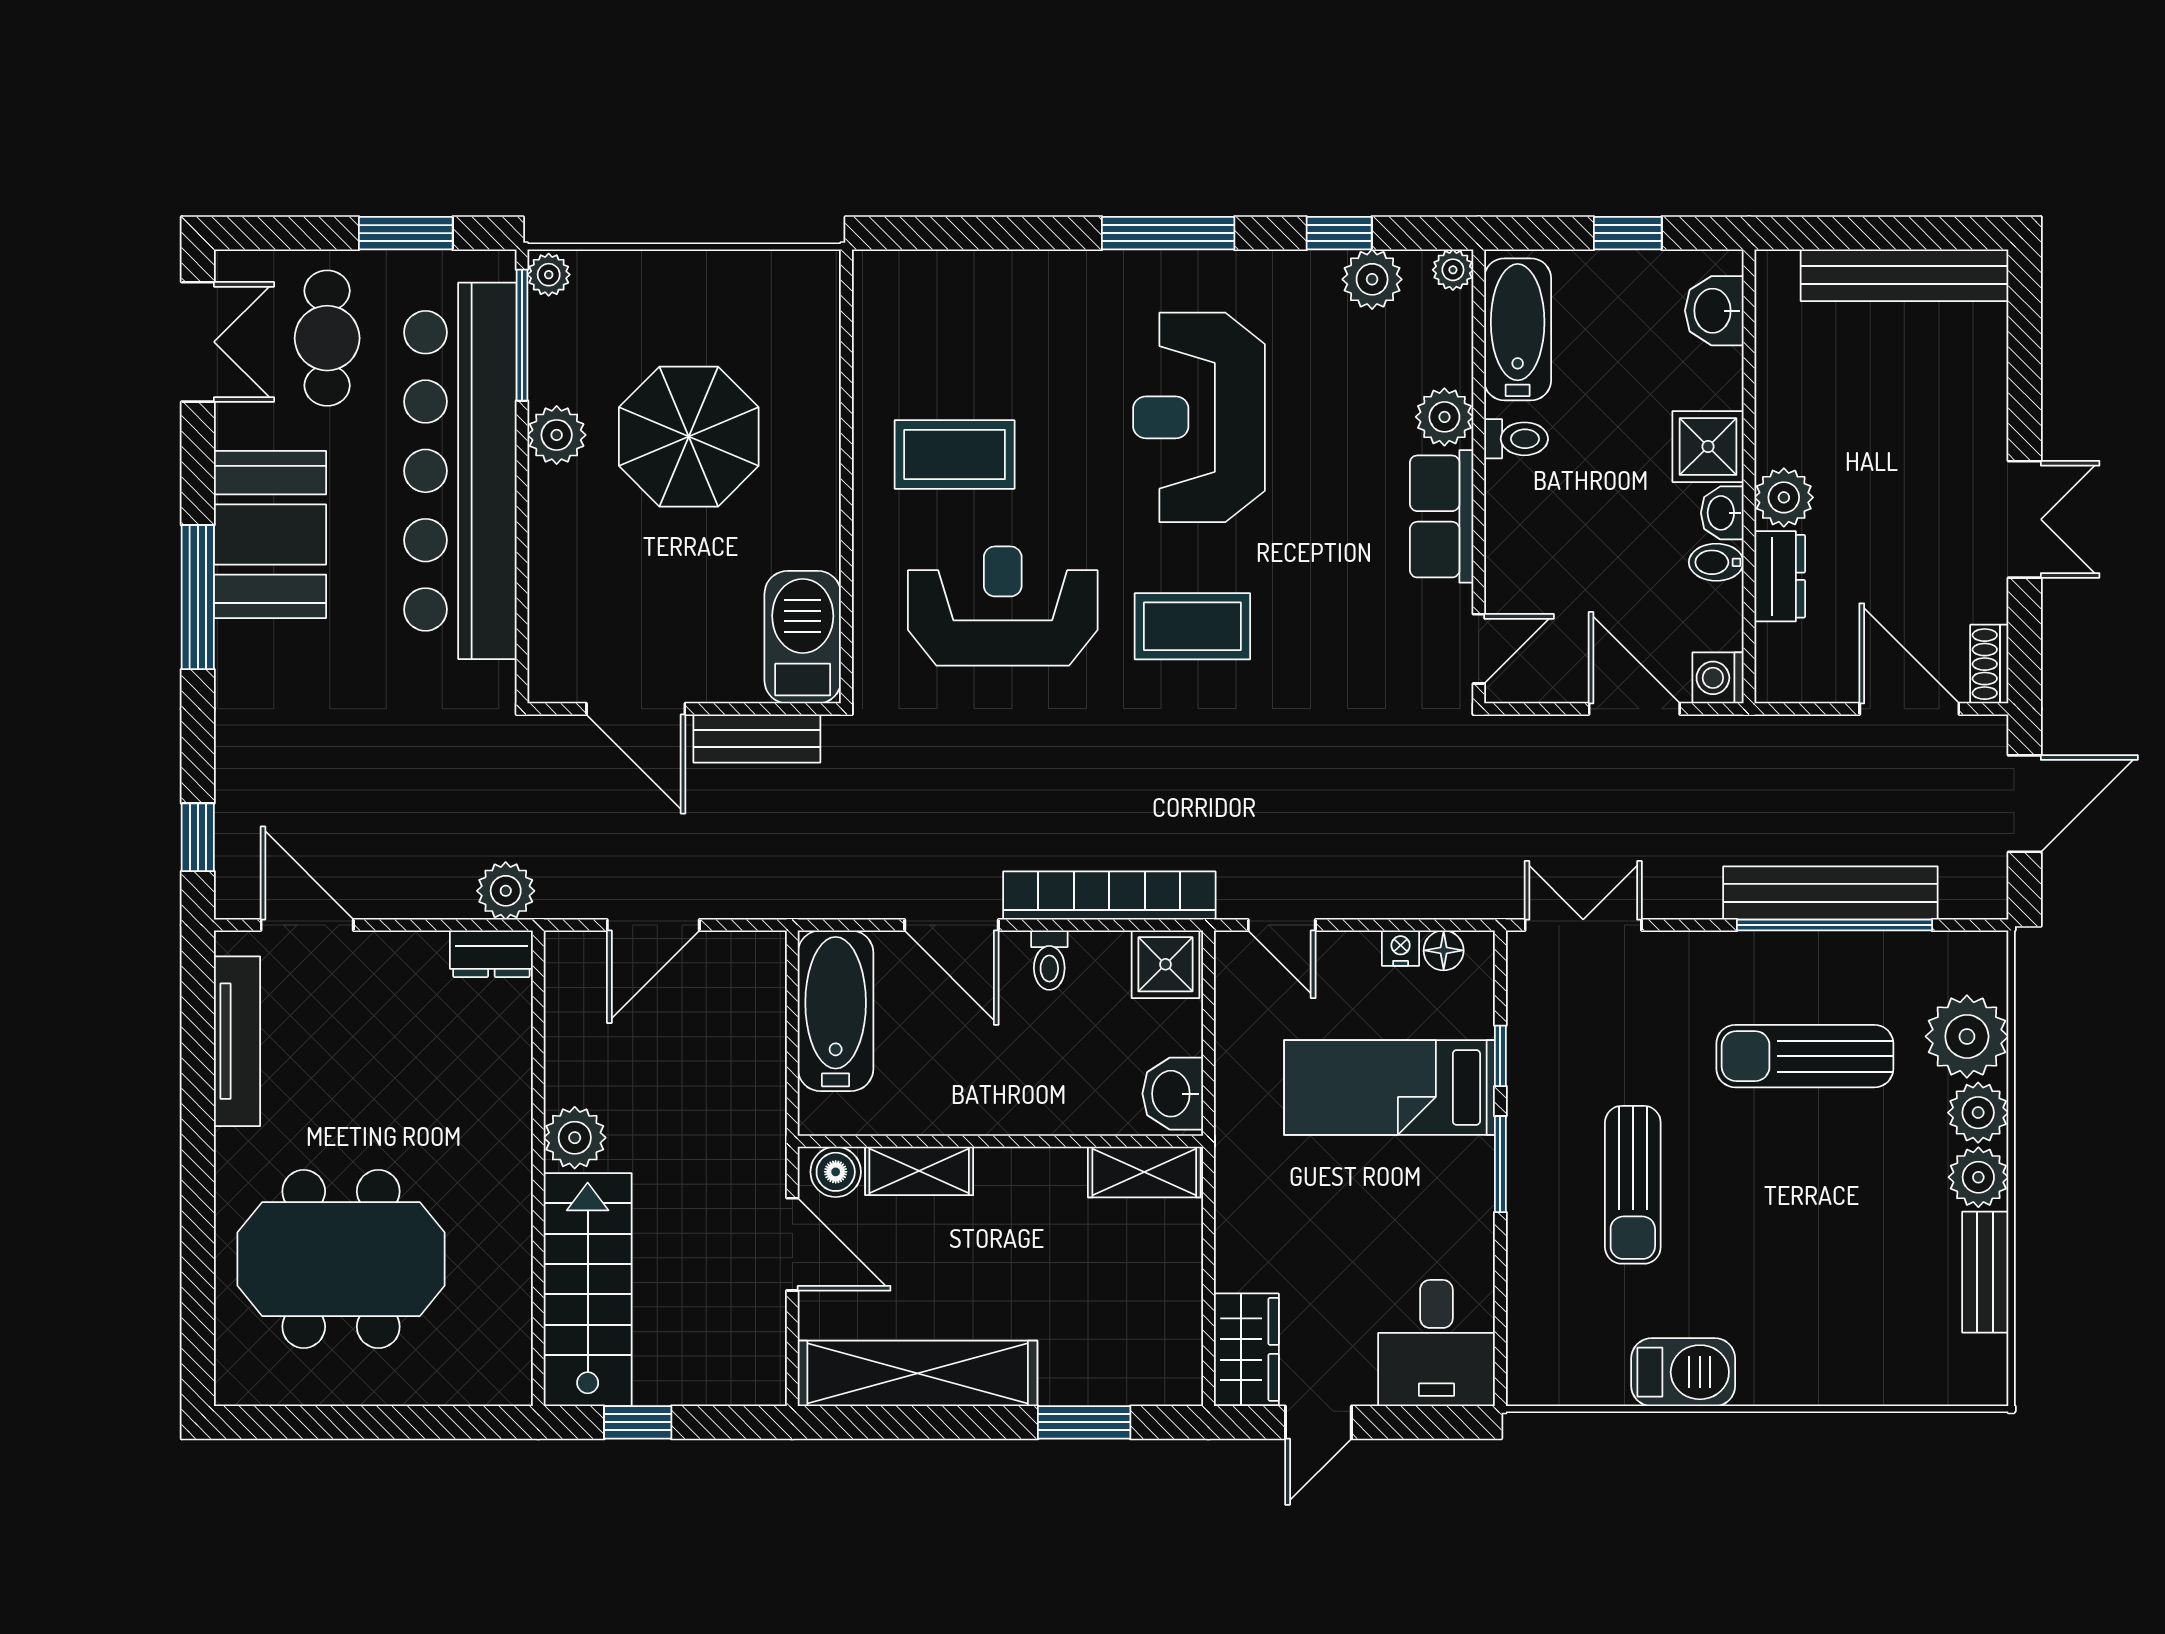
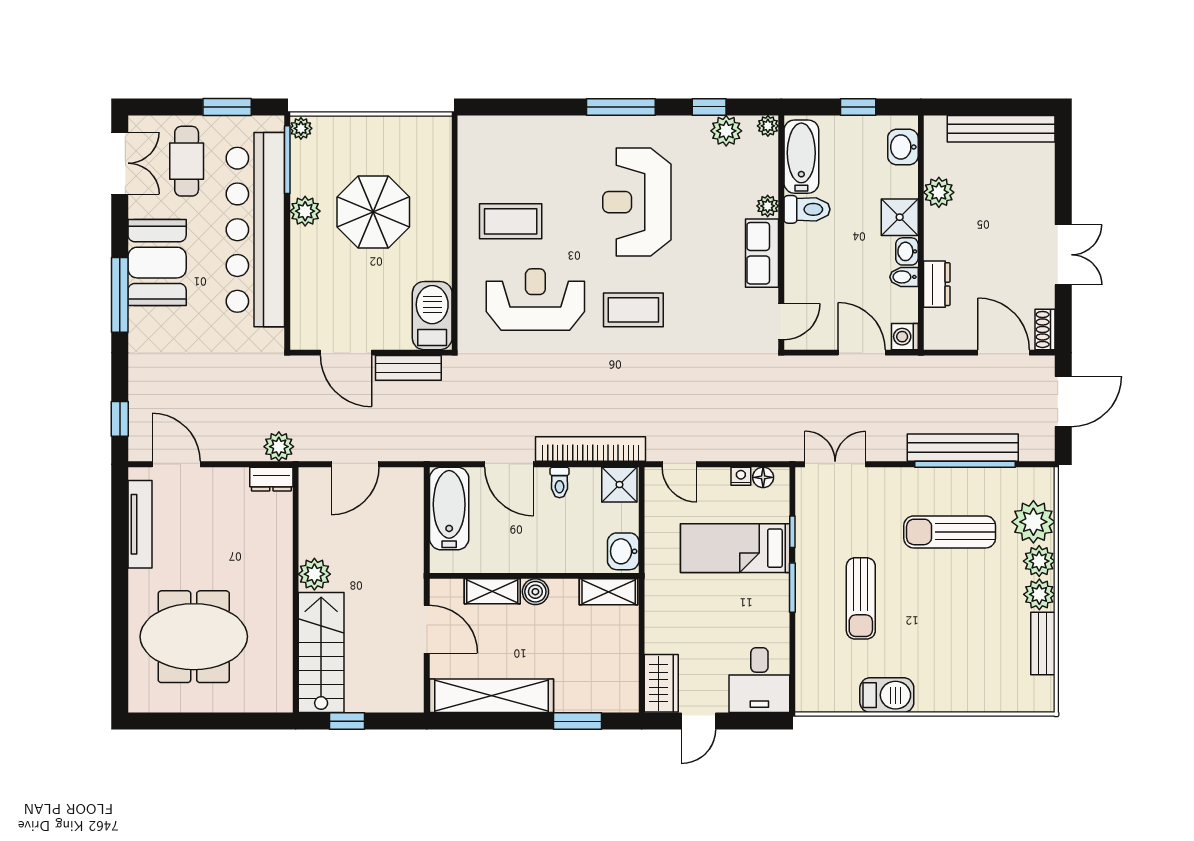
plant: (1444, 417) -> (768, 206), width x0.73, depth x0.73
toilet: (1516, 439) -> (807, 209), width x1.37, depth x1.39
plant: (1784, 497) -> (939, 192), moved
boiler: (836, 1172) -> (535, 592), moved

